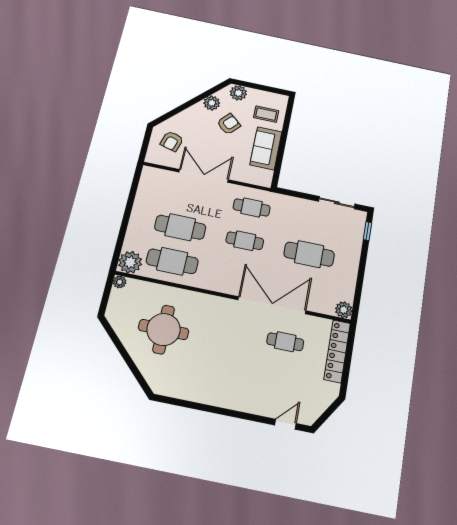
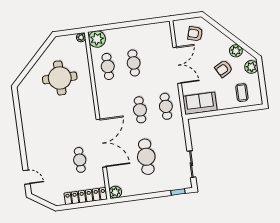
armchair: (229, 124) -> (224, 69), turned 109
sofa: (266, 148) -> (200, 103), moved
cafe table: (180, 227) -> (134, 63), width x0.73, depth x0.74
cafe table: (172, 261) -> (108, 66), width x0.73, depth x0.74

